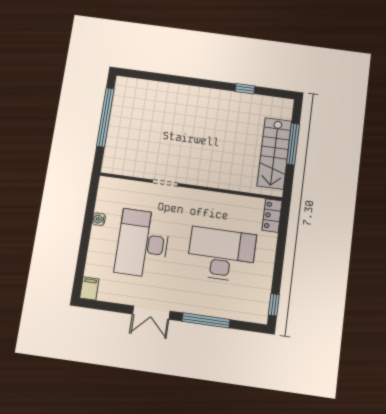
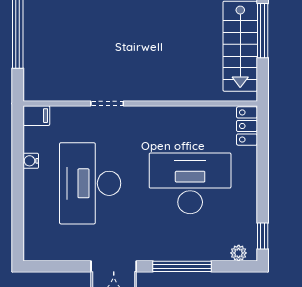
filing cabinet: (89, 288) -> (36, 116), moved, turned 90
plant: (253, 316) -> (239, 253), added

